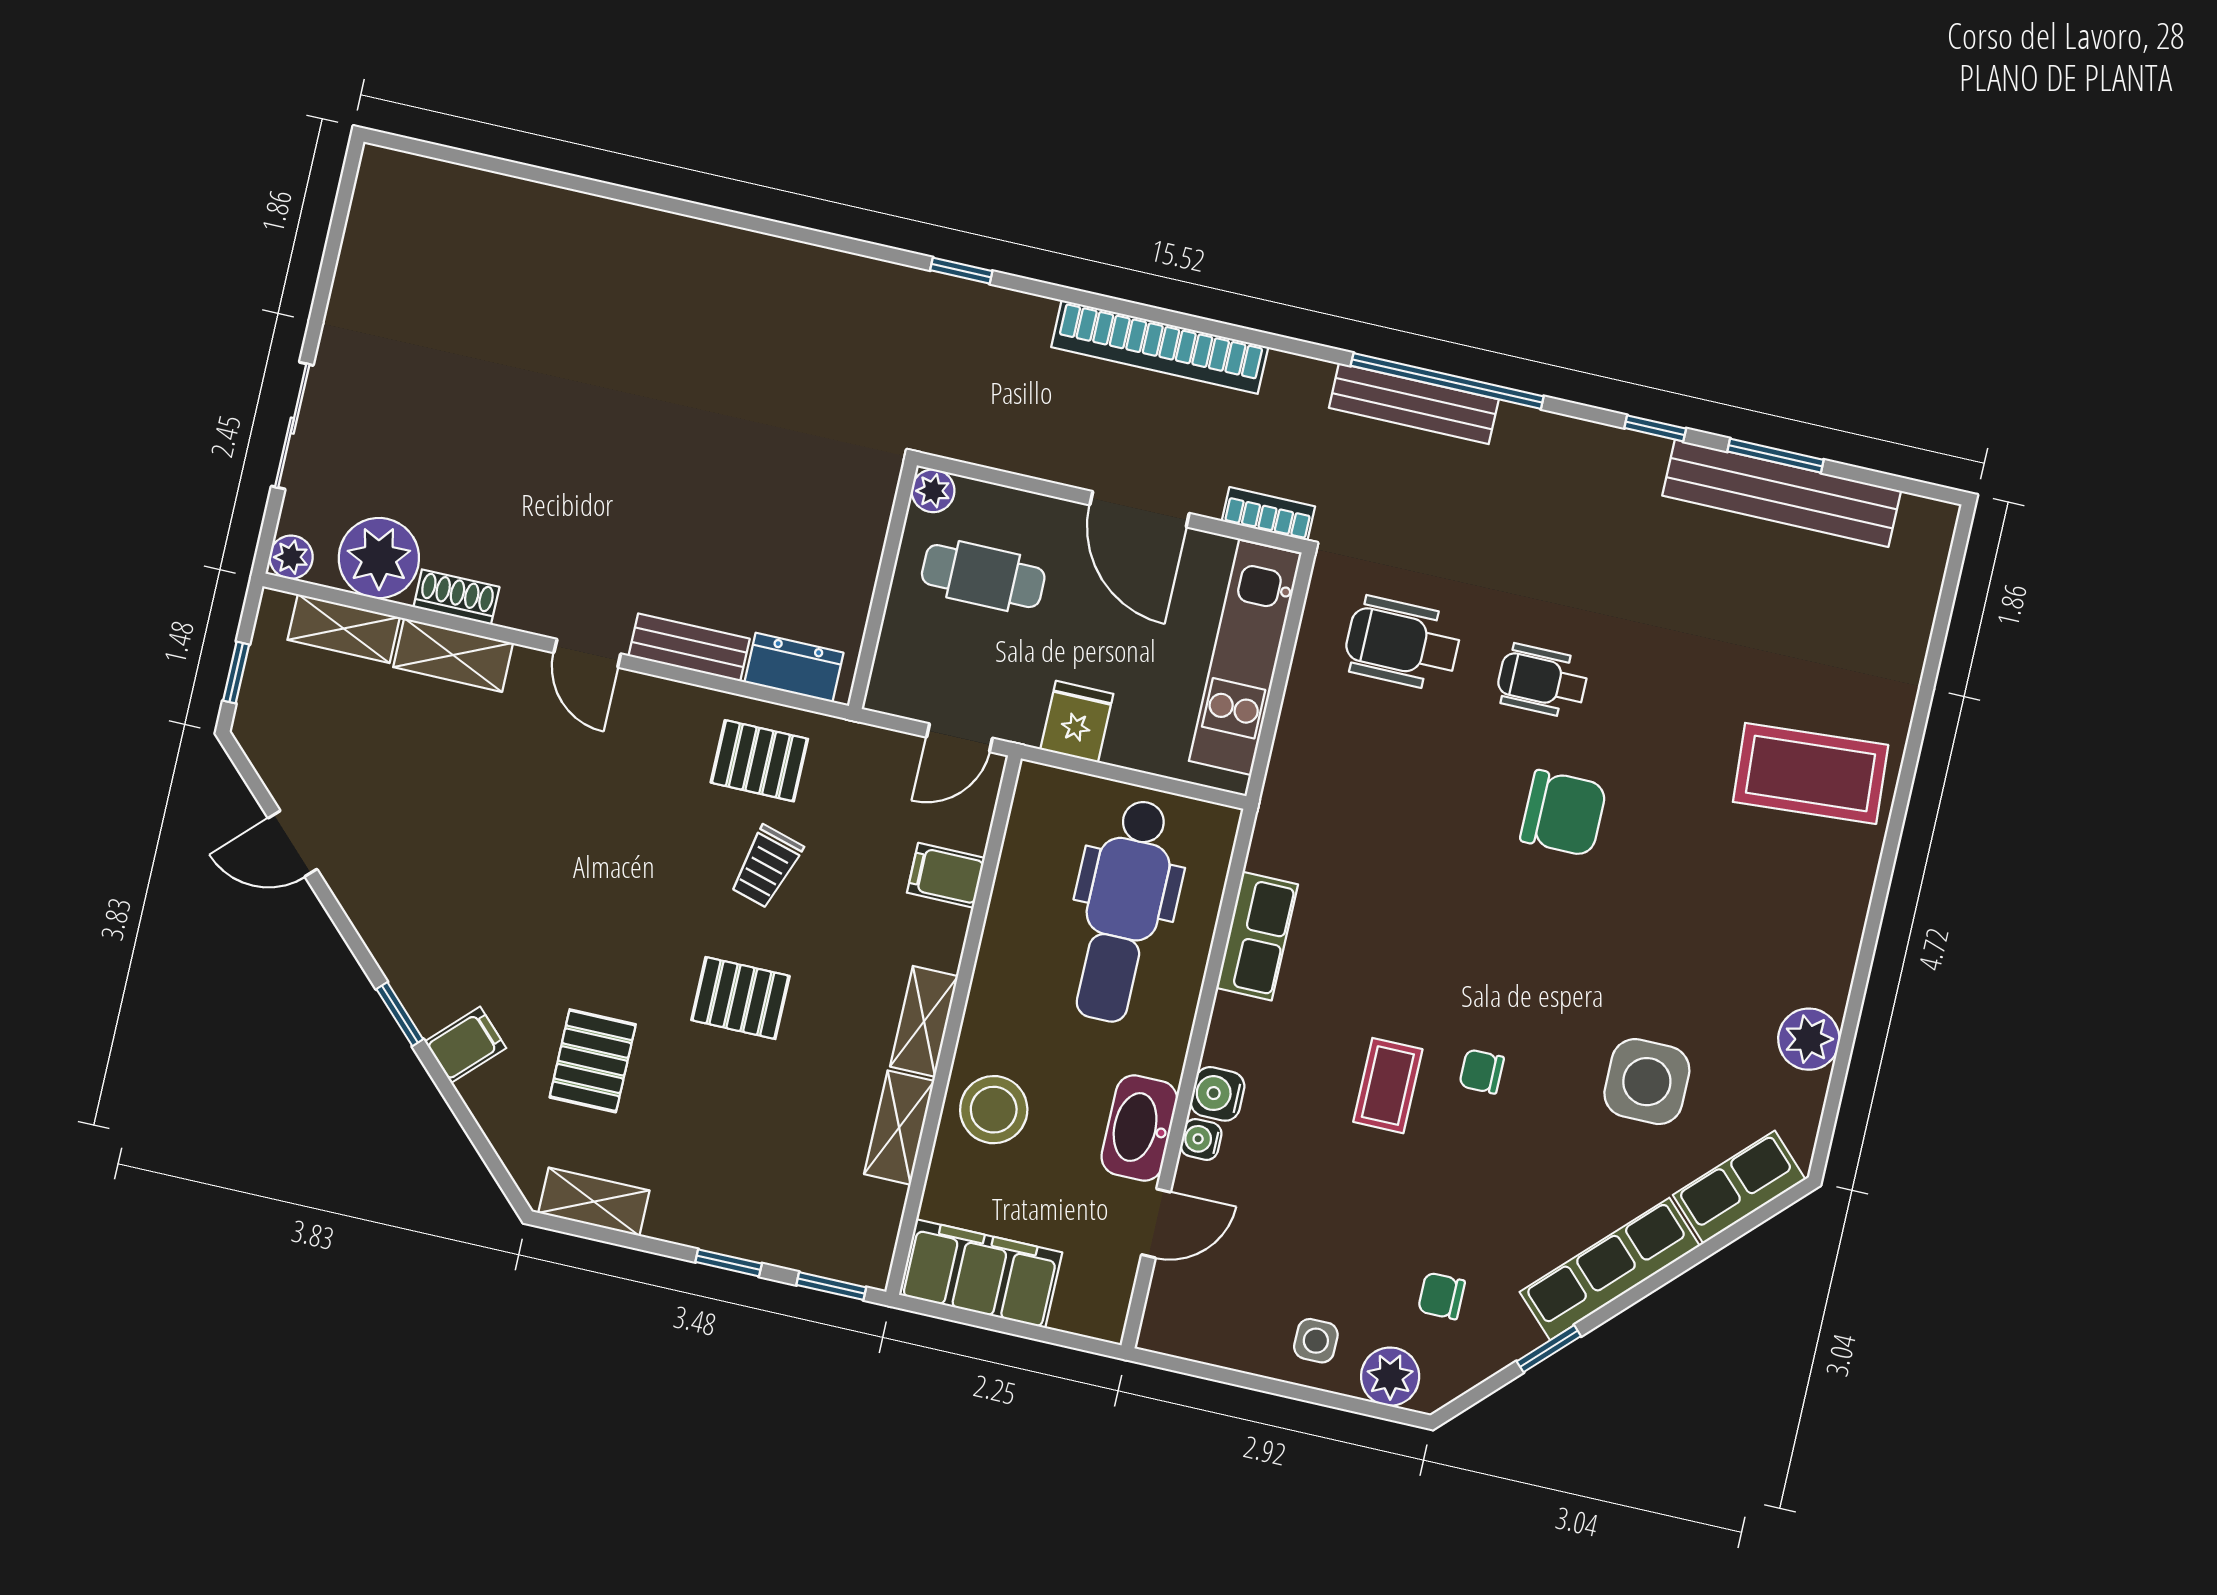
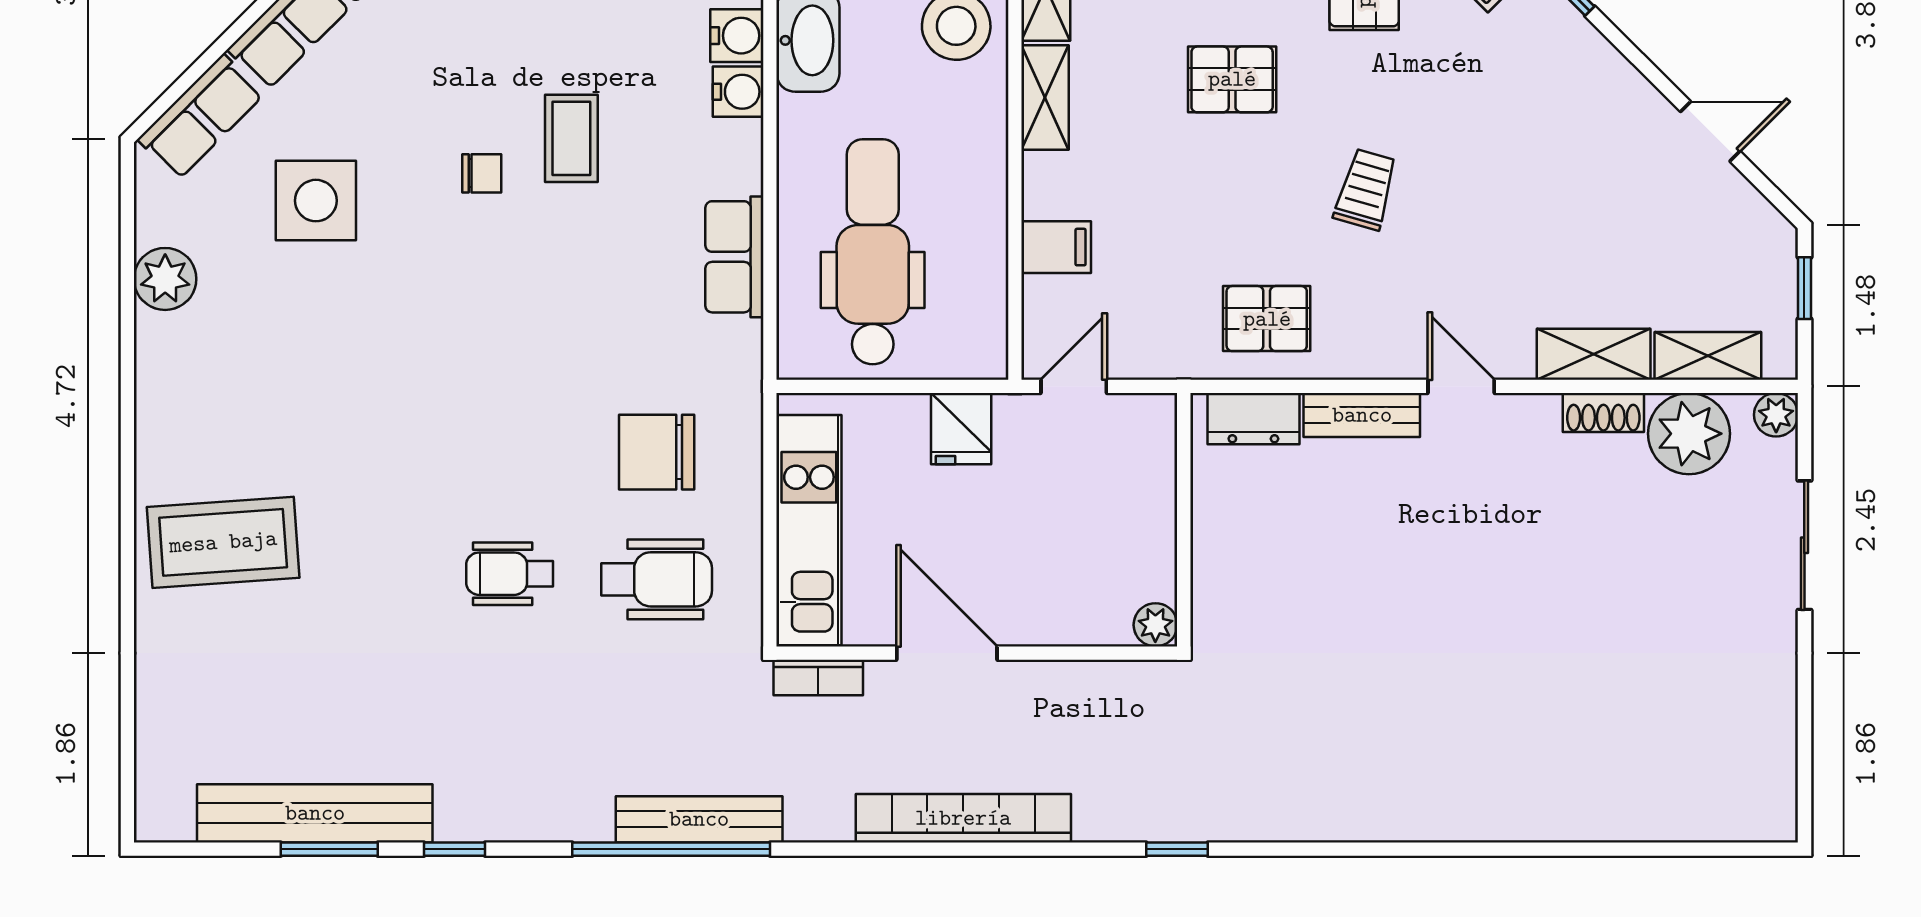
cafe table: (983, 576) -> (1087, 552), removed
wheelchair: (1542, 681) -> (510, 574), turned 180
chair: (1563, 813) -> (657, 452), moved
trolley: (766, 867) -> (1366, 189), moved
water cooler: (1201, 1139) -> (737, 36), width x1.38, depth x1.38

